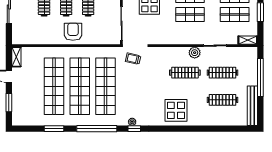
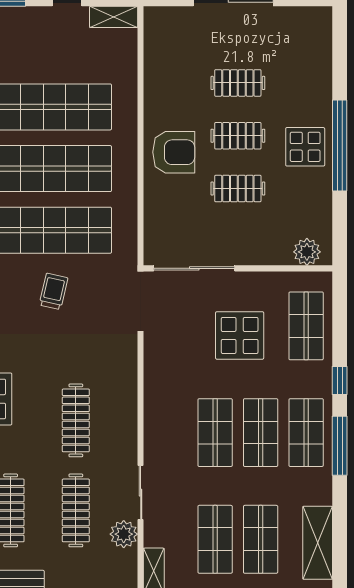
plant: (195, 53) -> (124, 534), moved
trolley: (133, 59) -> (54, 291), moved

